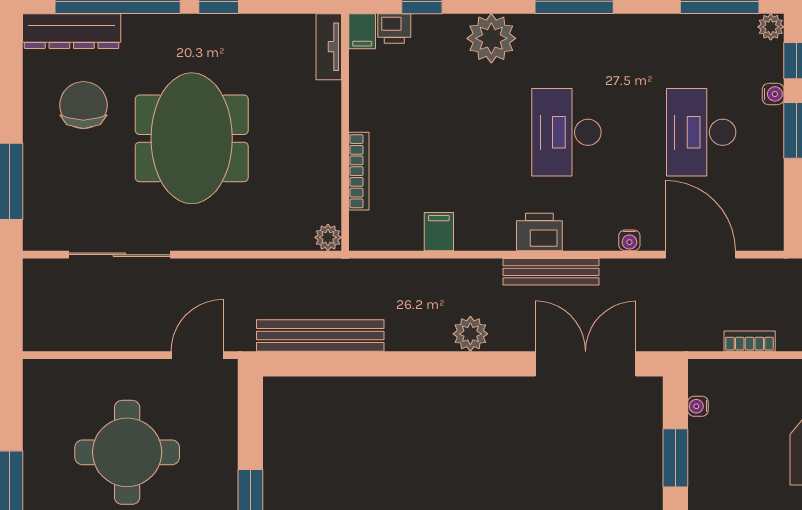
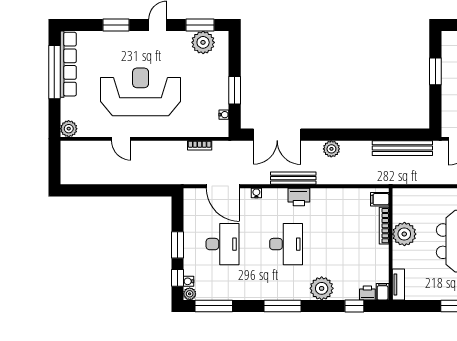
water cooler: (773, 94) -> (188, 281), moved
filing cabinet: (439, 232) -> (380, 199), moved, turned 90
plant: (328, 237) -> (404, 234), moved, width x1.88, depth x1.88

